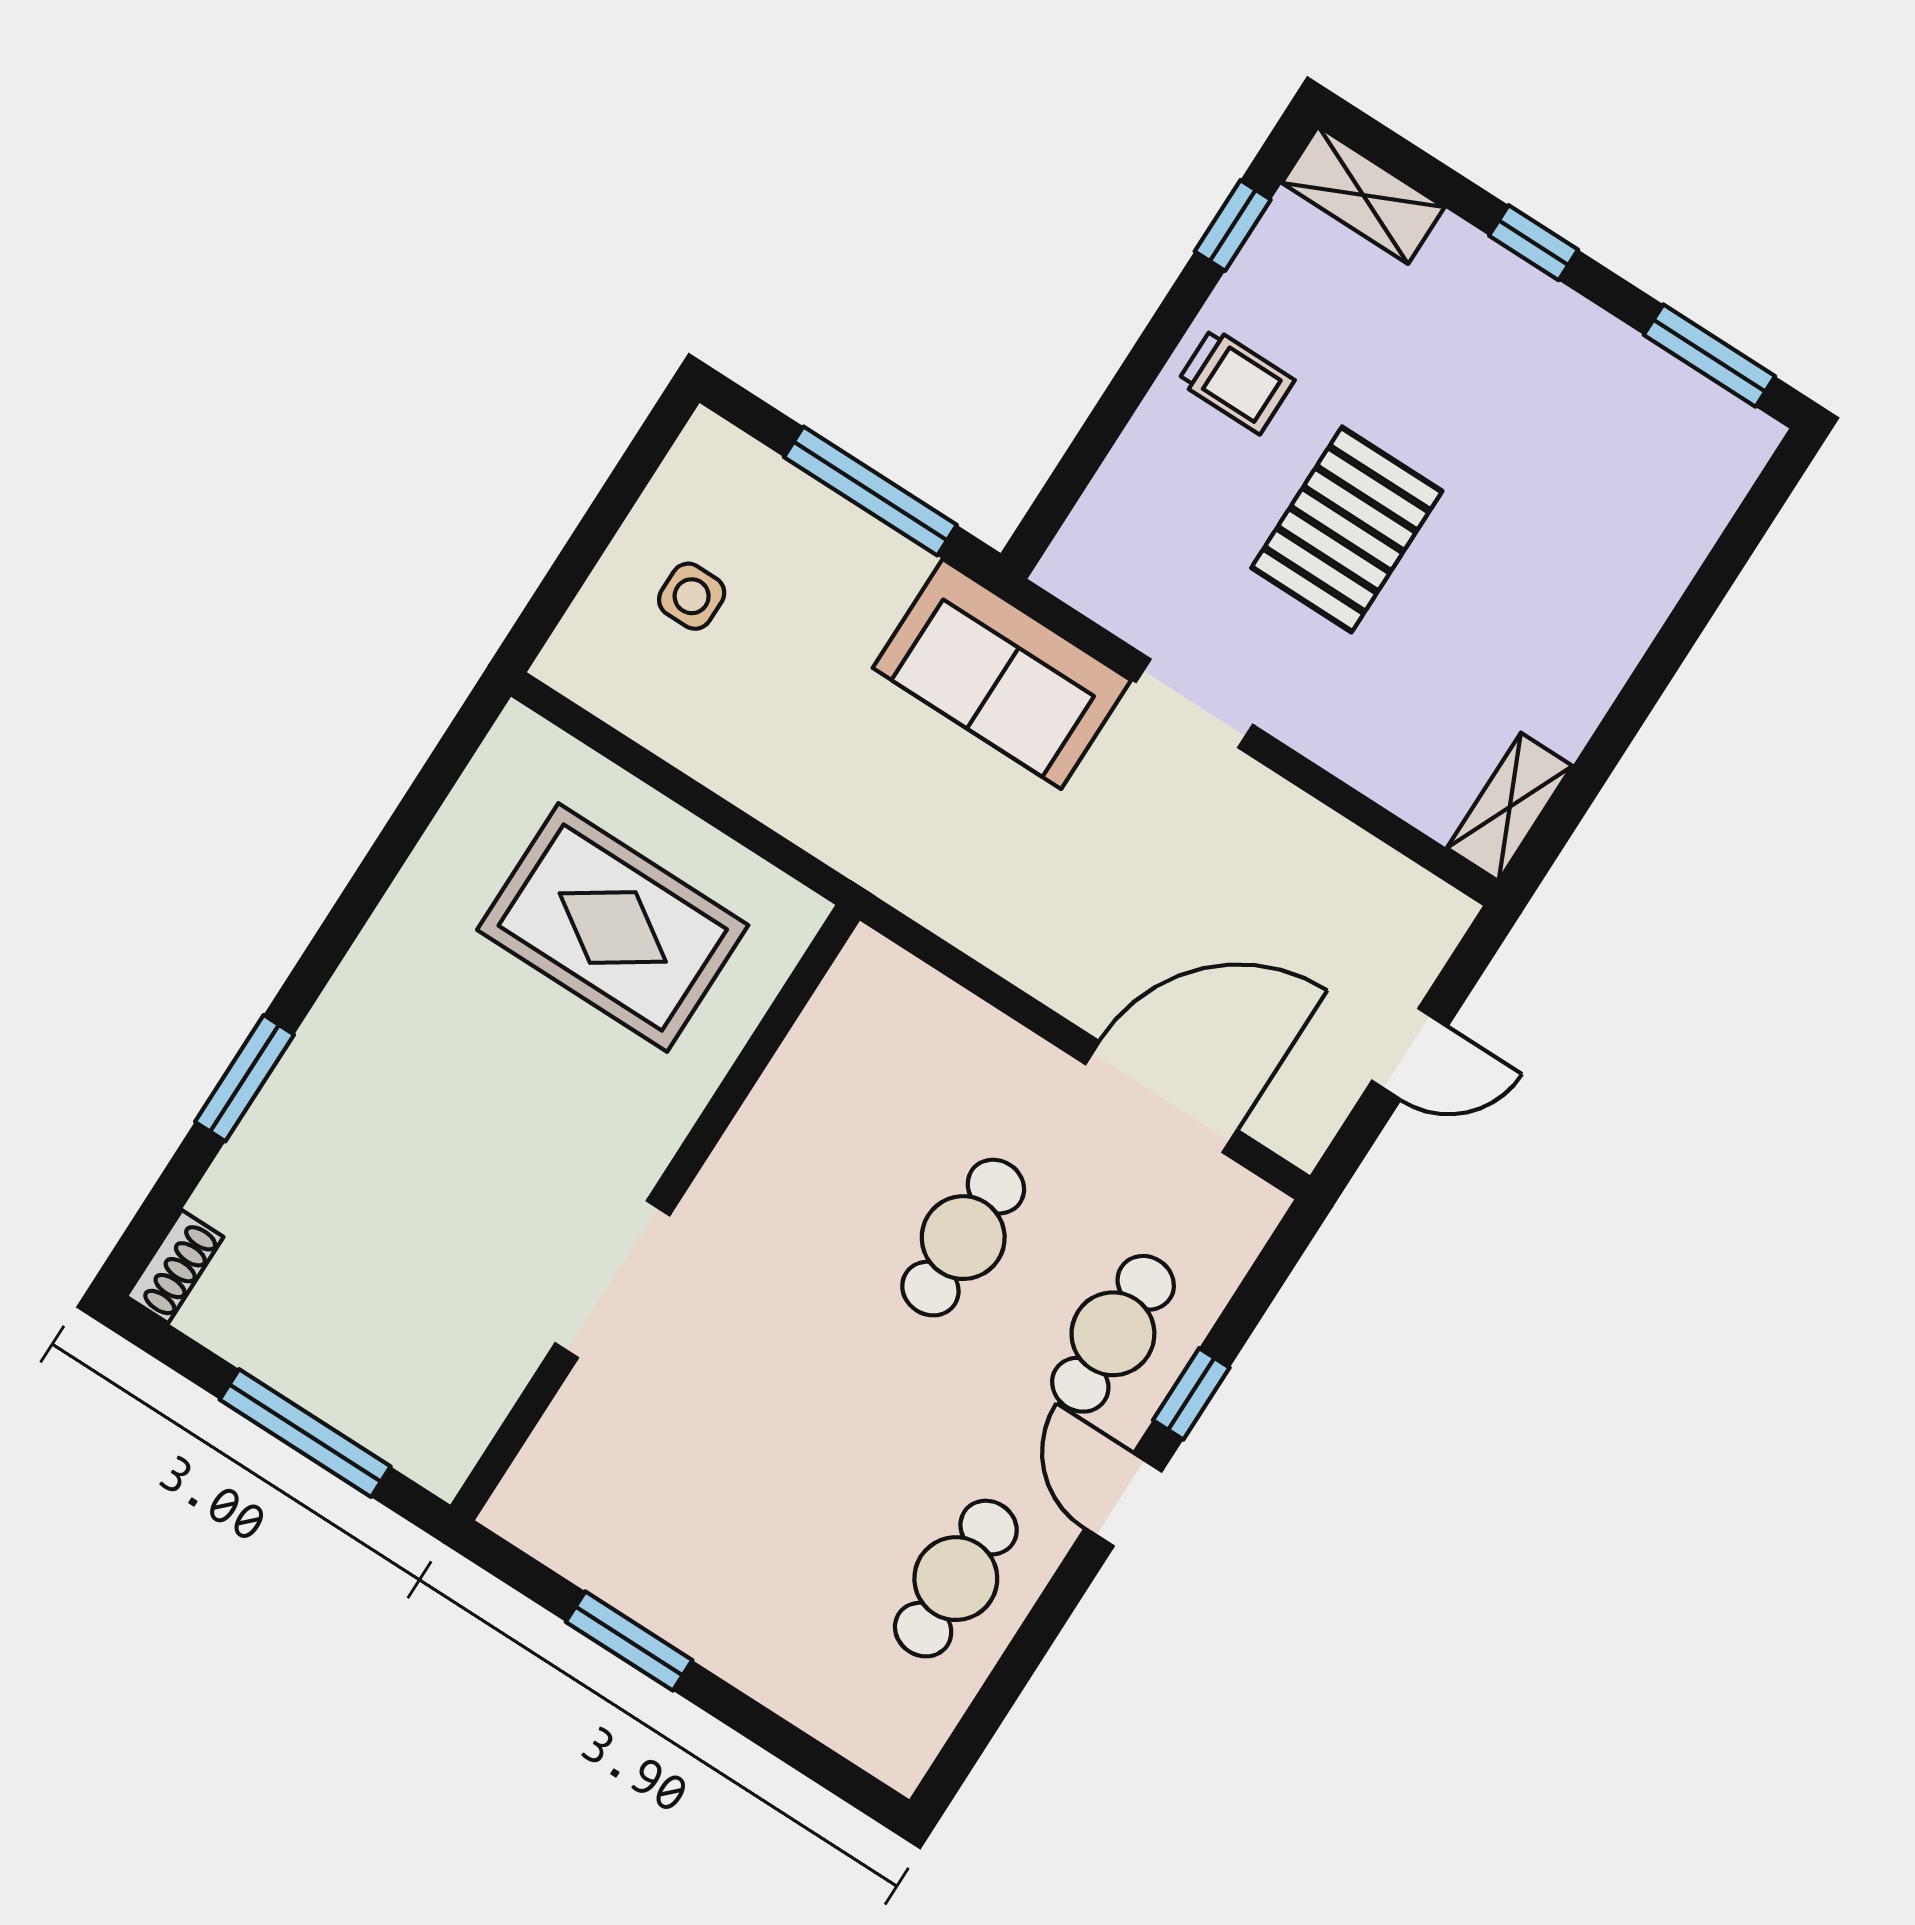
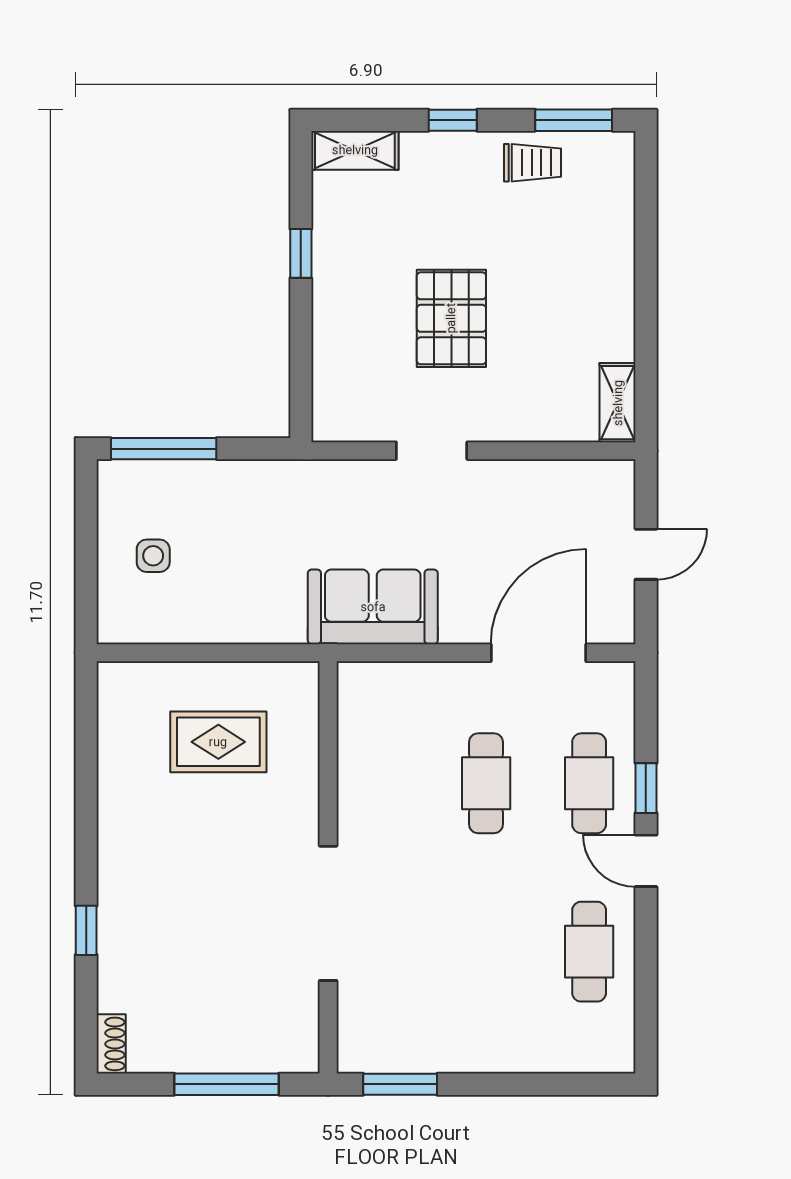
window: (1233, 225) -> (301, 253), moved
trolley: (1236, 381) -> (532, 163), moved
window: (870, 491) -> (164, 449), moved
sofa: (1002, 674) -> (373, 607), moved, turned 180
rug: (613, 927) -> (218, 742), width x0.73, depth x0.70
window: (245, 1078) -> (86, 930), width x0.67
doorway: (612, 1279) -> (328, 913), width x1.36
window: (629, 1641) -> (400, 1084), moved

